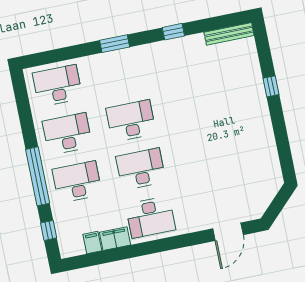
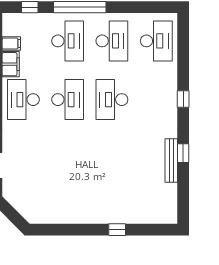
bench: (229, 34) -> (171, 160), moved
window: (115, 44) -> (183, 99), width x0.67
desk: (131, 121) -> (112, 100), turned 180

